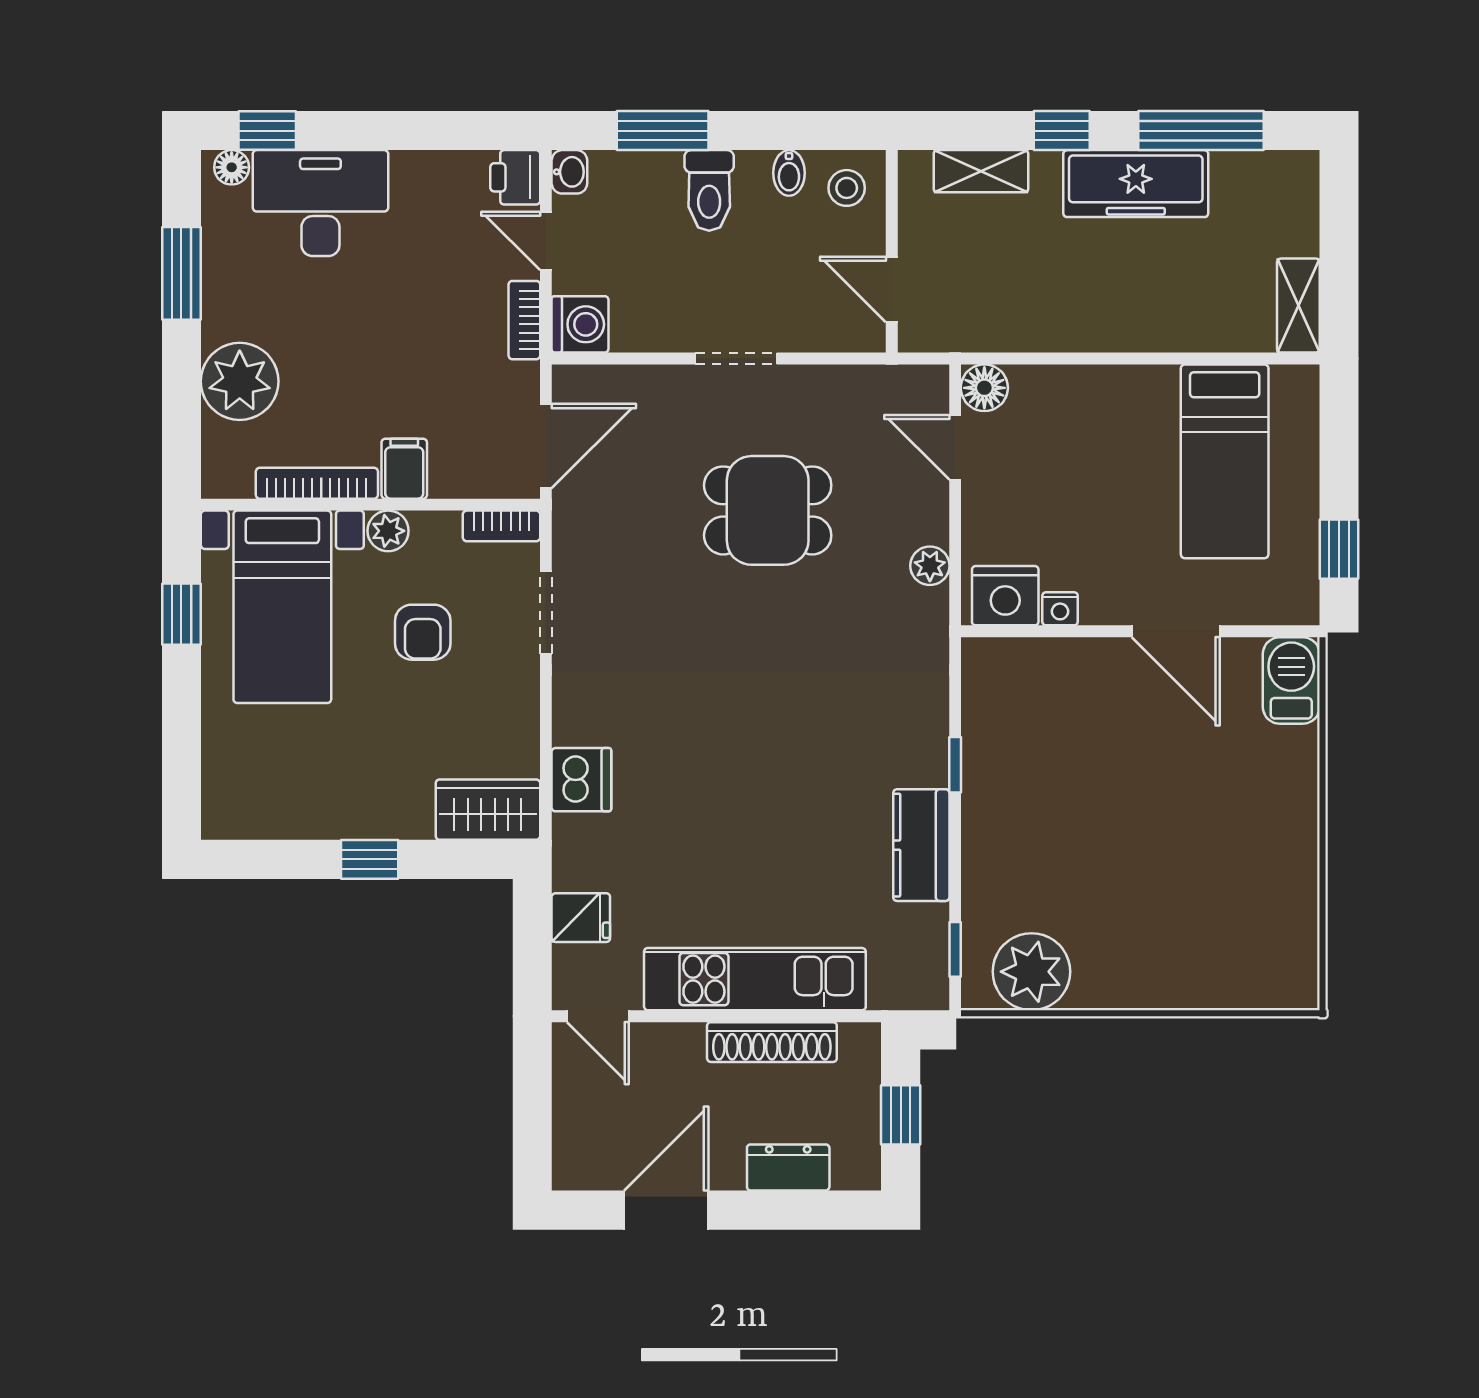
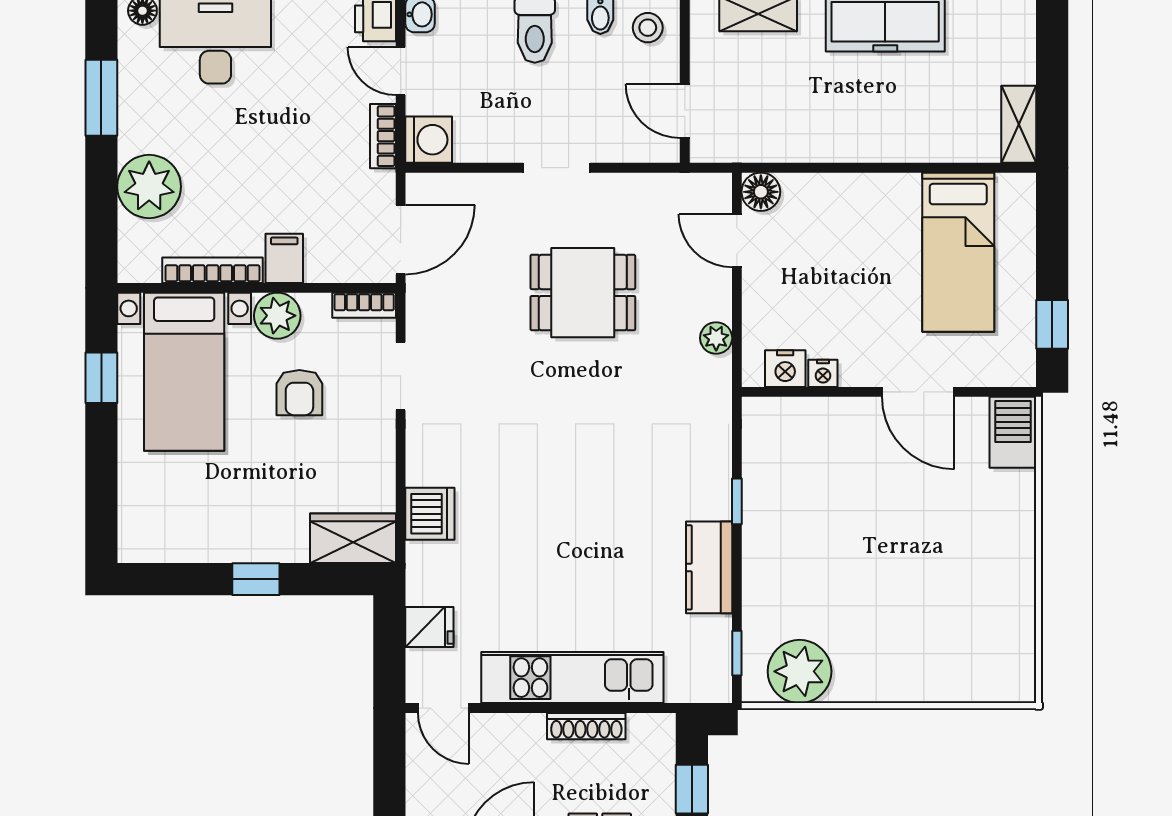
plant: (388, 531) -> (277, 316), width x1.38, depth x1.38
nightstand: (1005, 596) -> (785, 369), width x0.74, depth x0.75
shoe rack: (772, 1042) -> (586, 726), width x0.74, depth x0.81

